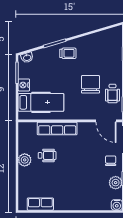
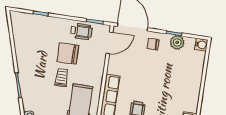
trolley: (68, 53) -> (62, 78), moved

